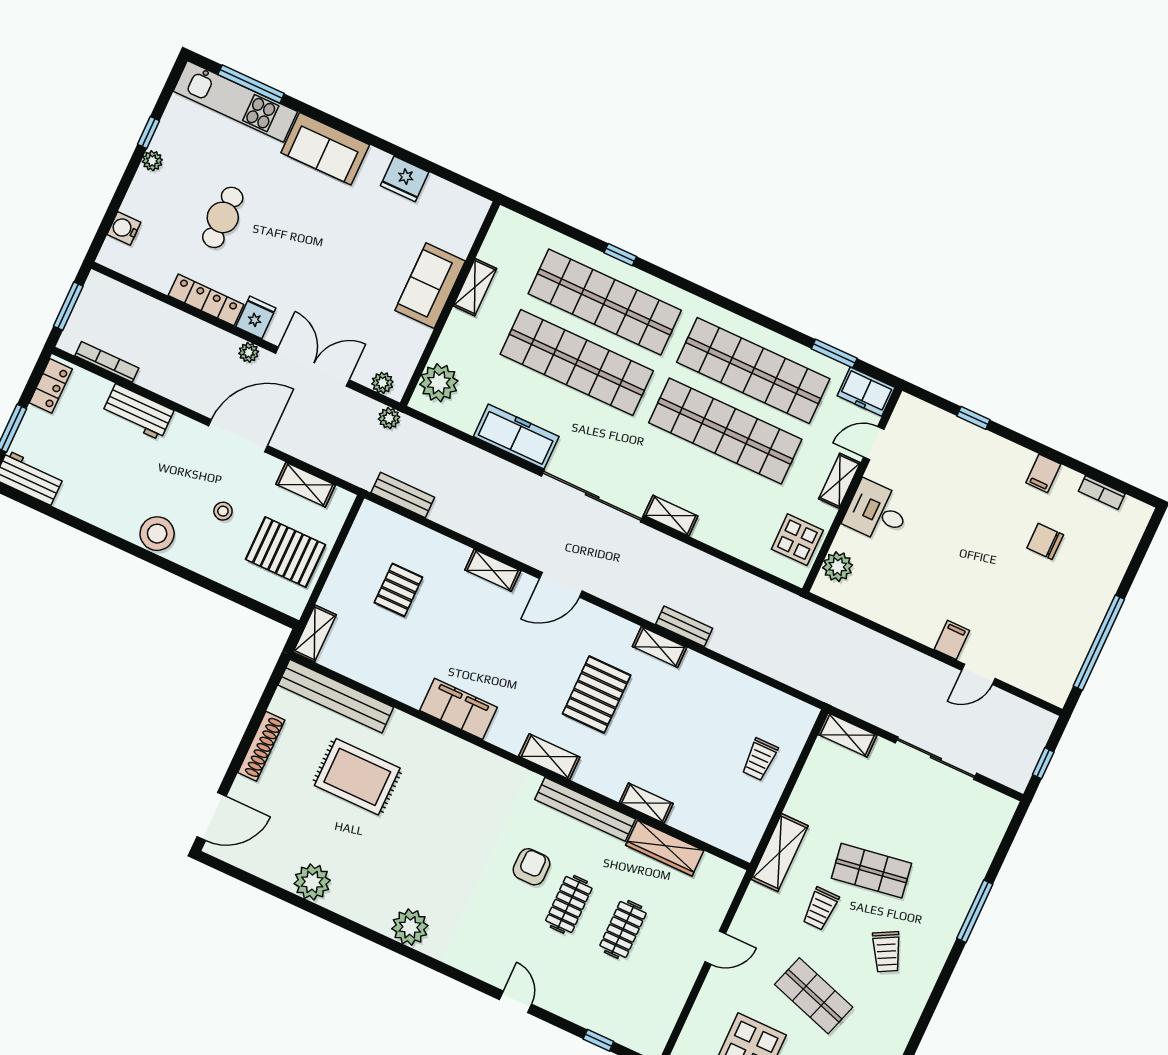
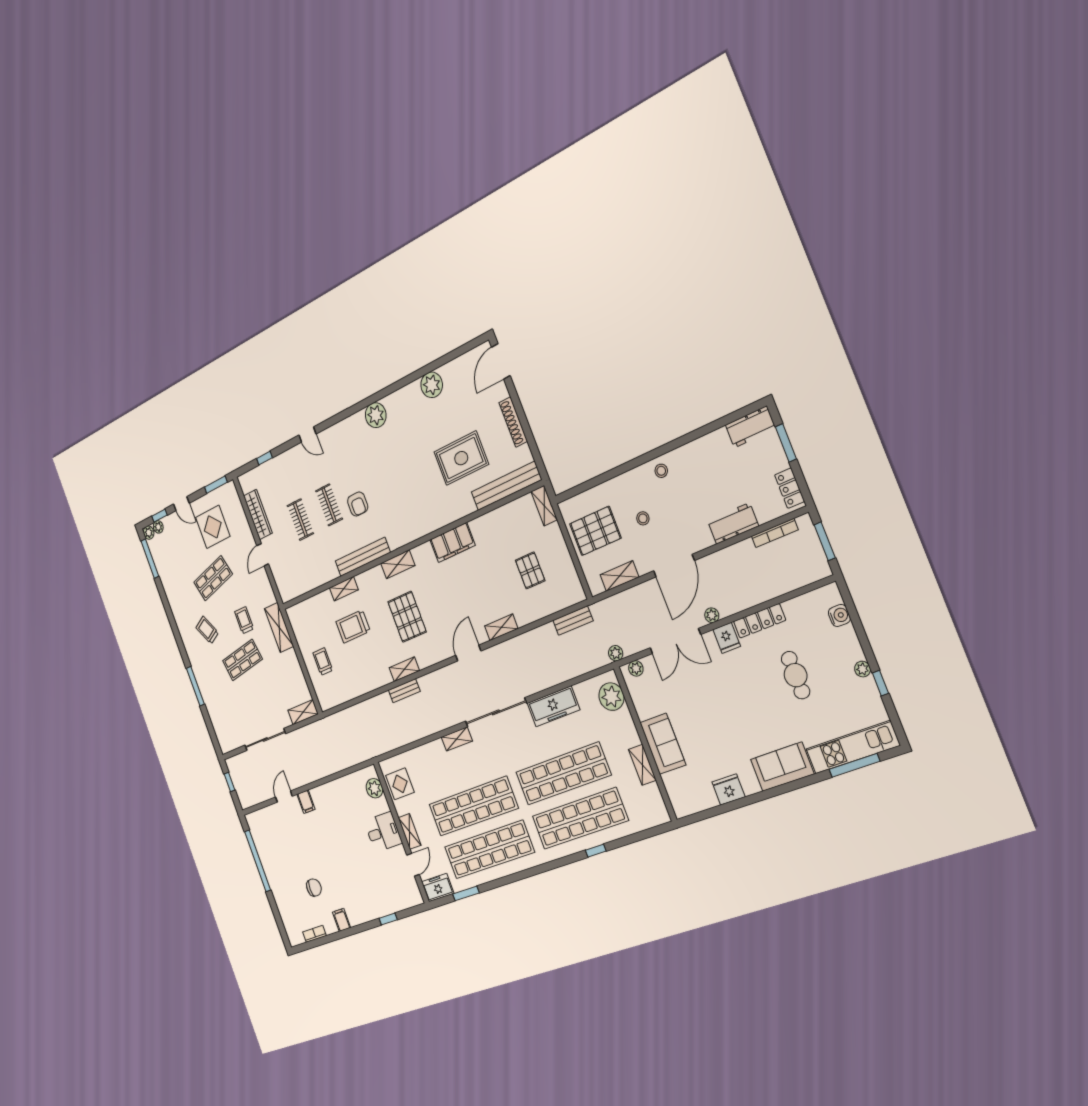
stool: (157, 534) -> (661, 471), width x0.53, depth x0.53
trolley: (678, 754) -> (353, 626), added
wardrobe: (665, 848) -> (258, 515), moved, turned 90
shop shelf: (814, 996) -> (213, 578), turned -33

